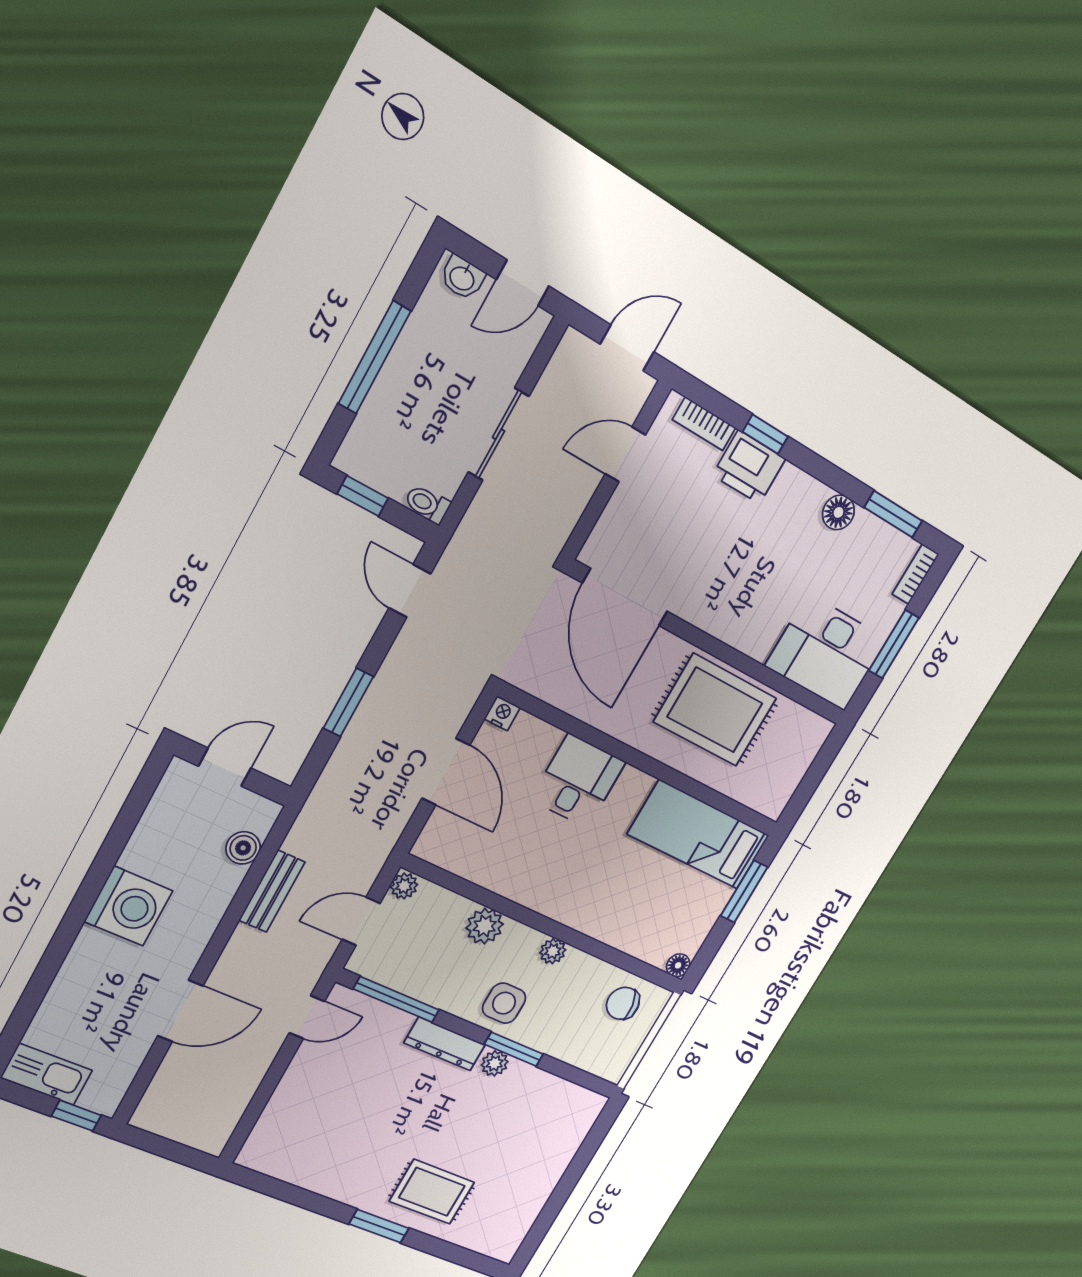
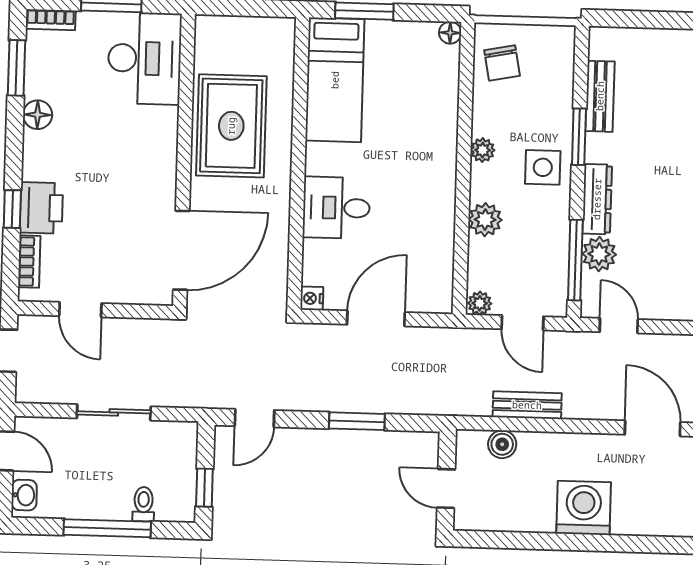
toilet: (427, 504) -> (143, 504), moved, turned 180
plant: (495, 1063) -> (599, 254), moved, width x1.38, depth x1.38
bench: (540, 1084) -> (600, 96), added

